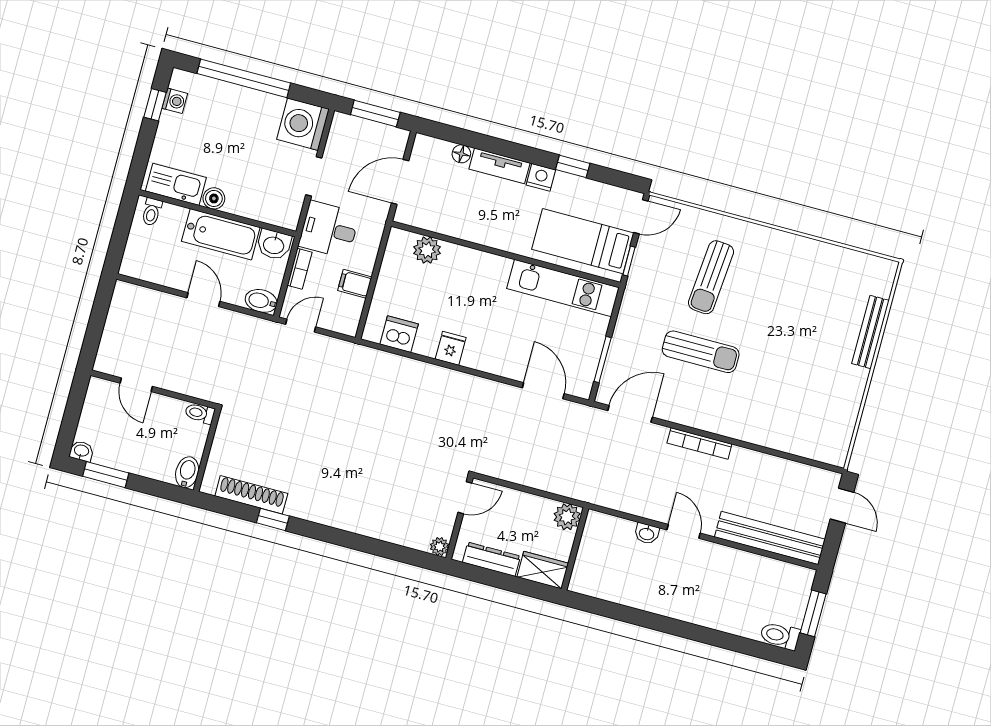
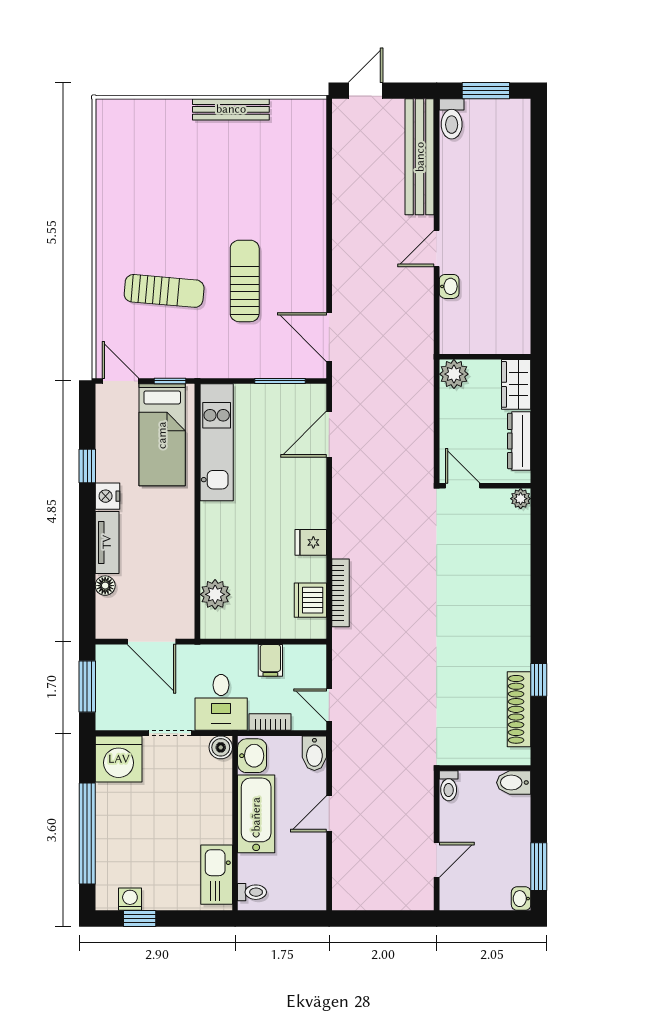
boiler: (214, 198) -> (221, 747), moved
bench: (870, 332) -> (231, 109), moved
bookcase: (699, 443) -> (341, 593), moved
toilet: (780, 636) -> (452, 119), moved

